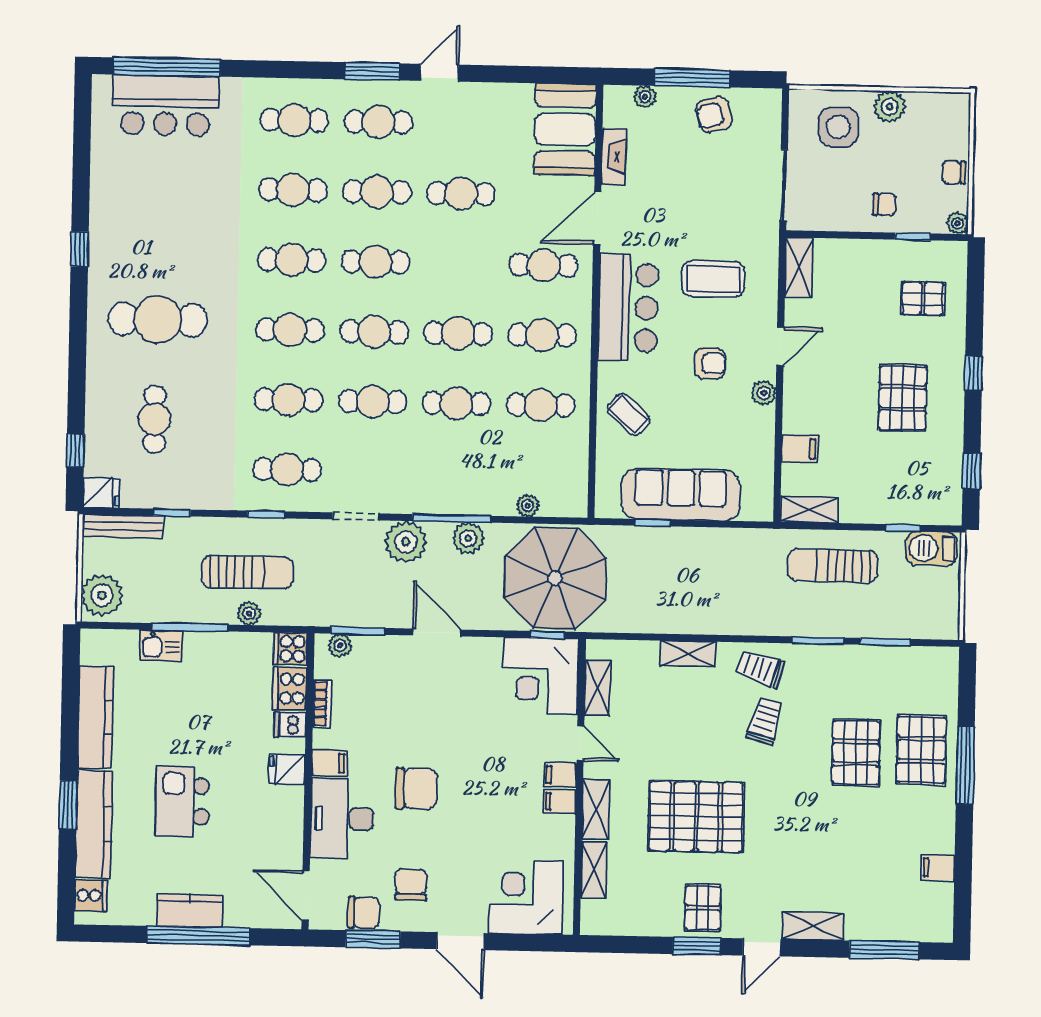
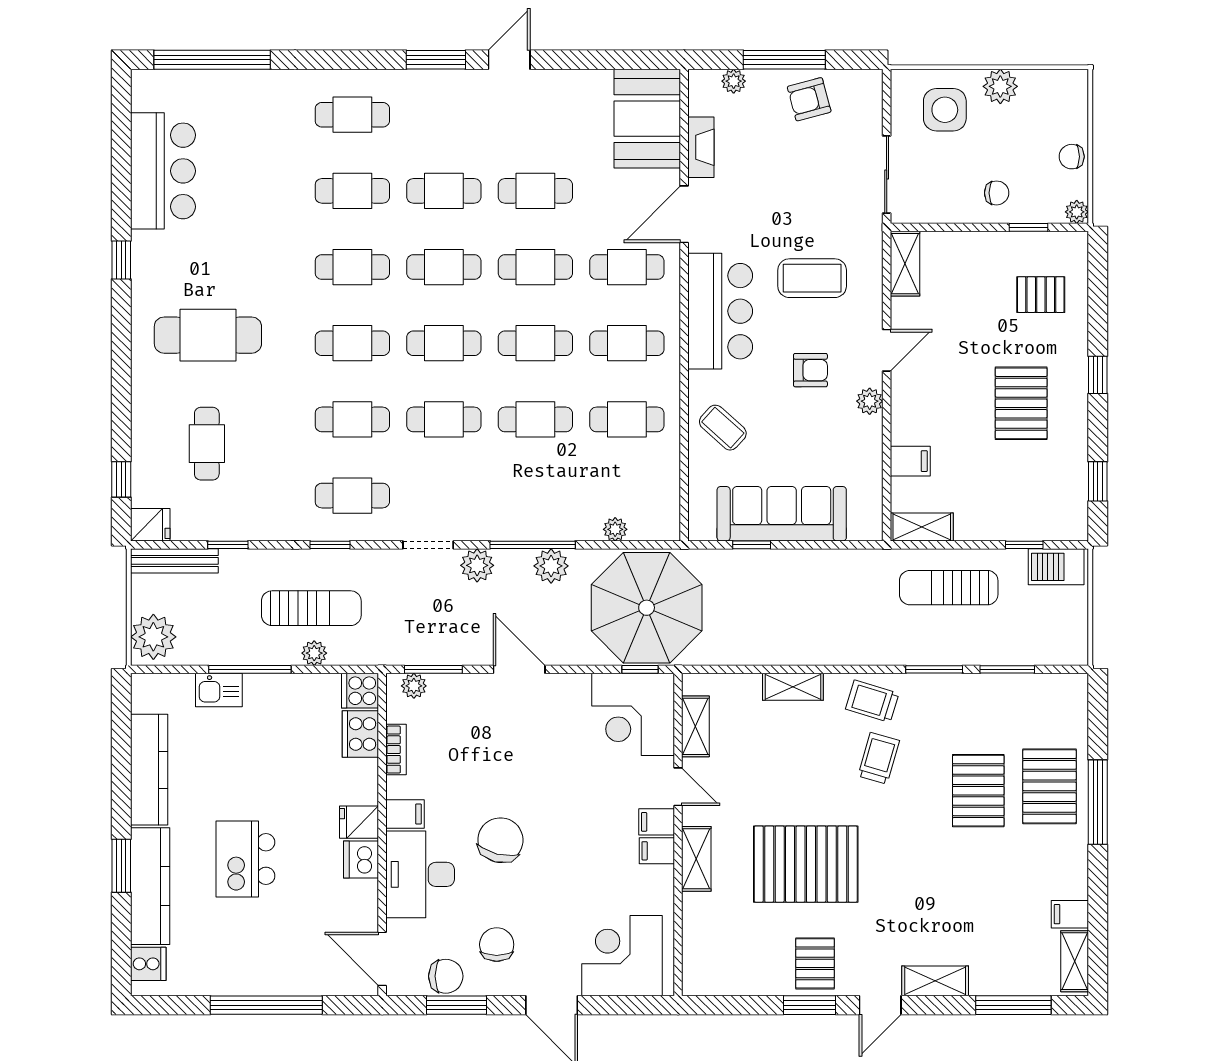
bar counter: (165, 105) -> (163, 171), moved, turned -90
cafe table: (378, 122) -> (535, 267), moved
plant: (406, 542) -> (477, 565), width x0.73, depth x0.73
dishwasher: (290, 725) -> (361, 859), moved, width x1.38
chair: (416, 789) -> (500, 840), turned -76
shelving: (594, 870) -> (1075, 961), moved
kitchen counter: (190, 911) -> (256, 978), removed

